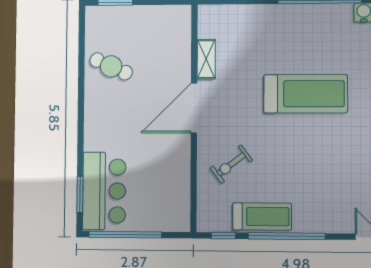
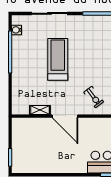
cafe table: (111, 66) -> (43, 159), removed

